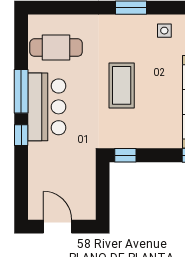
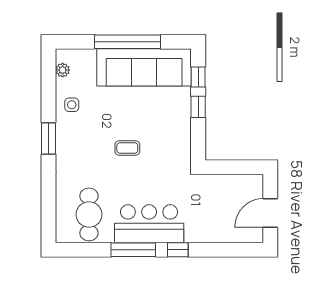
coffee table: (122, 85) -> (127, 148), width x0.54, depth x0.58
window: (125, 155) -> (198, 107), moved

